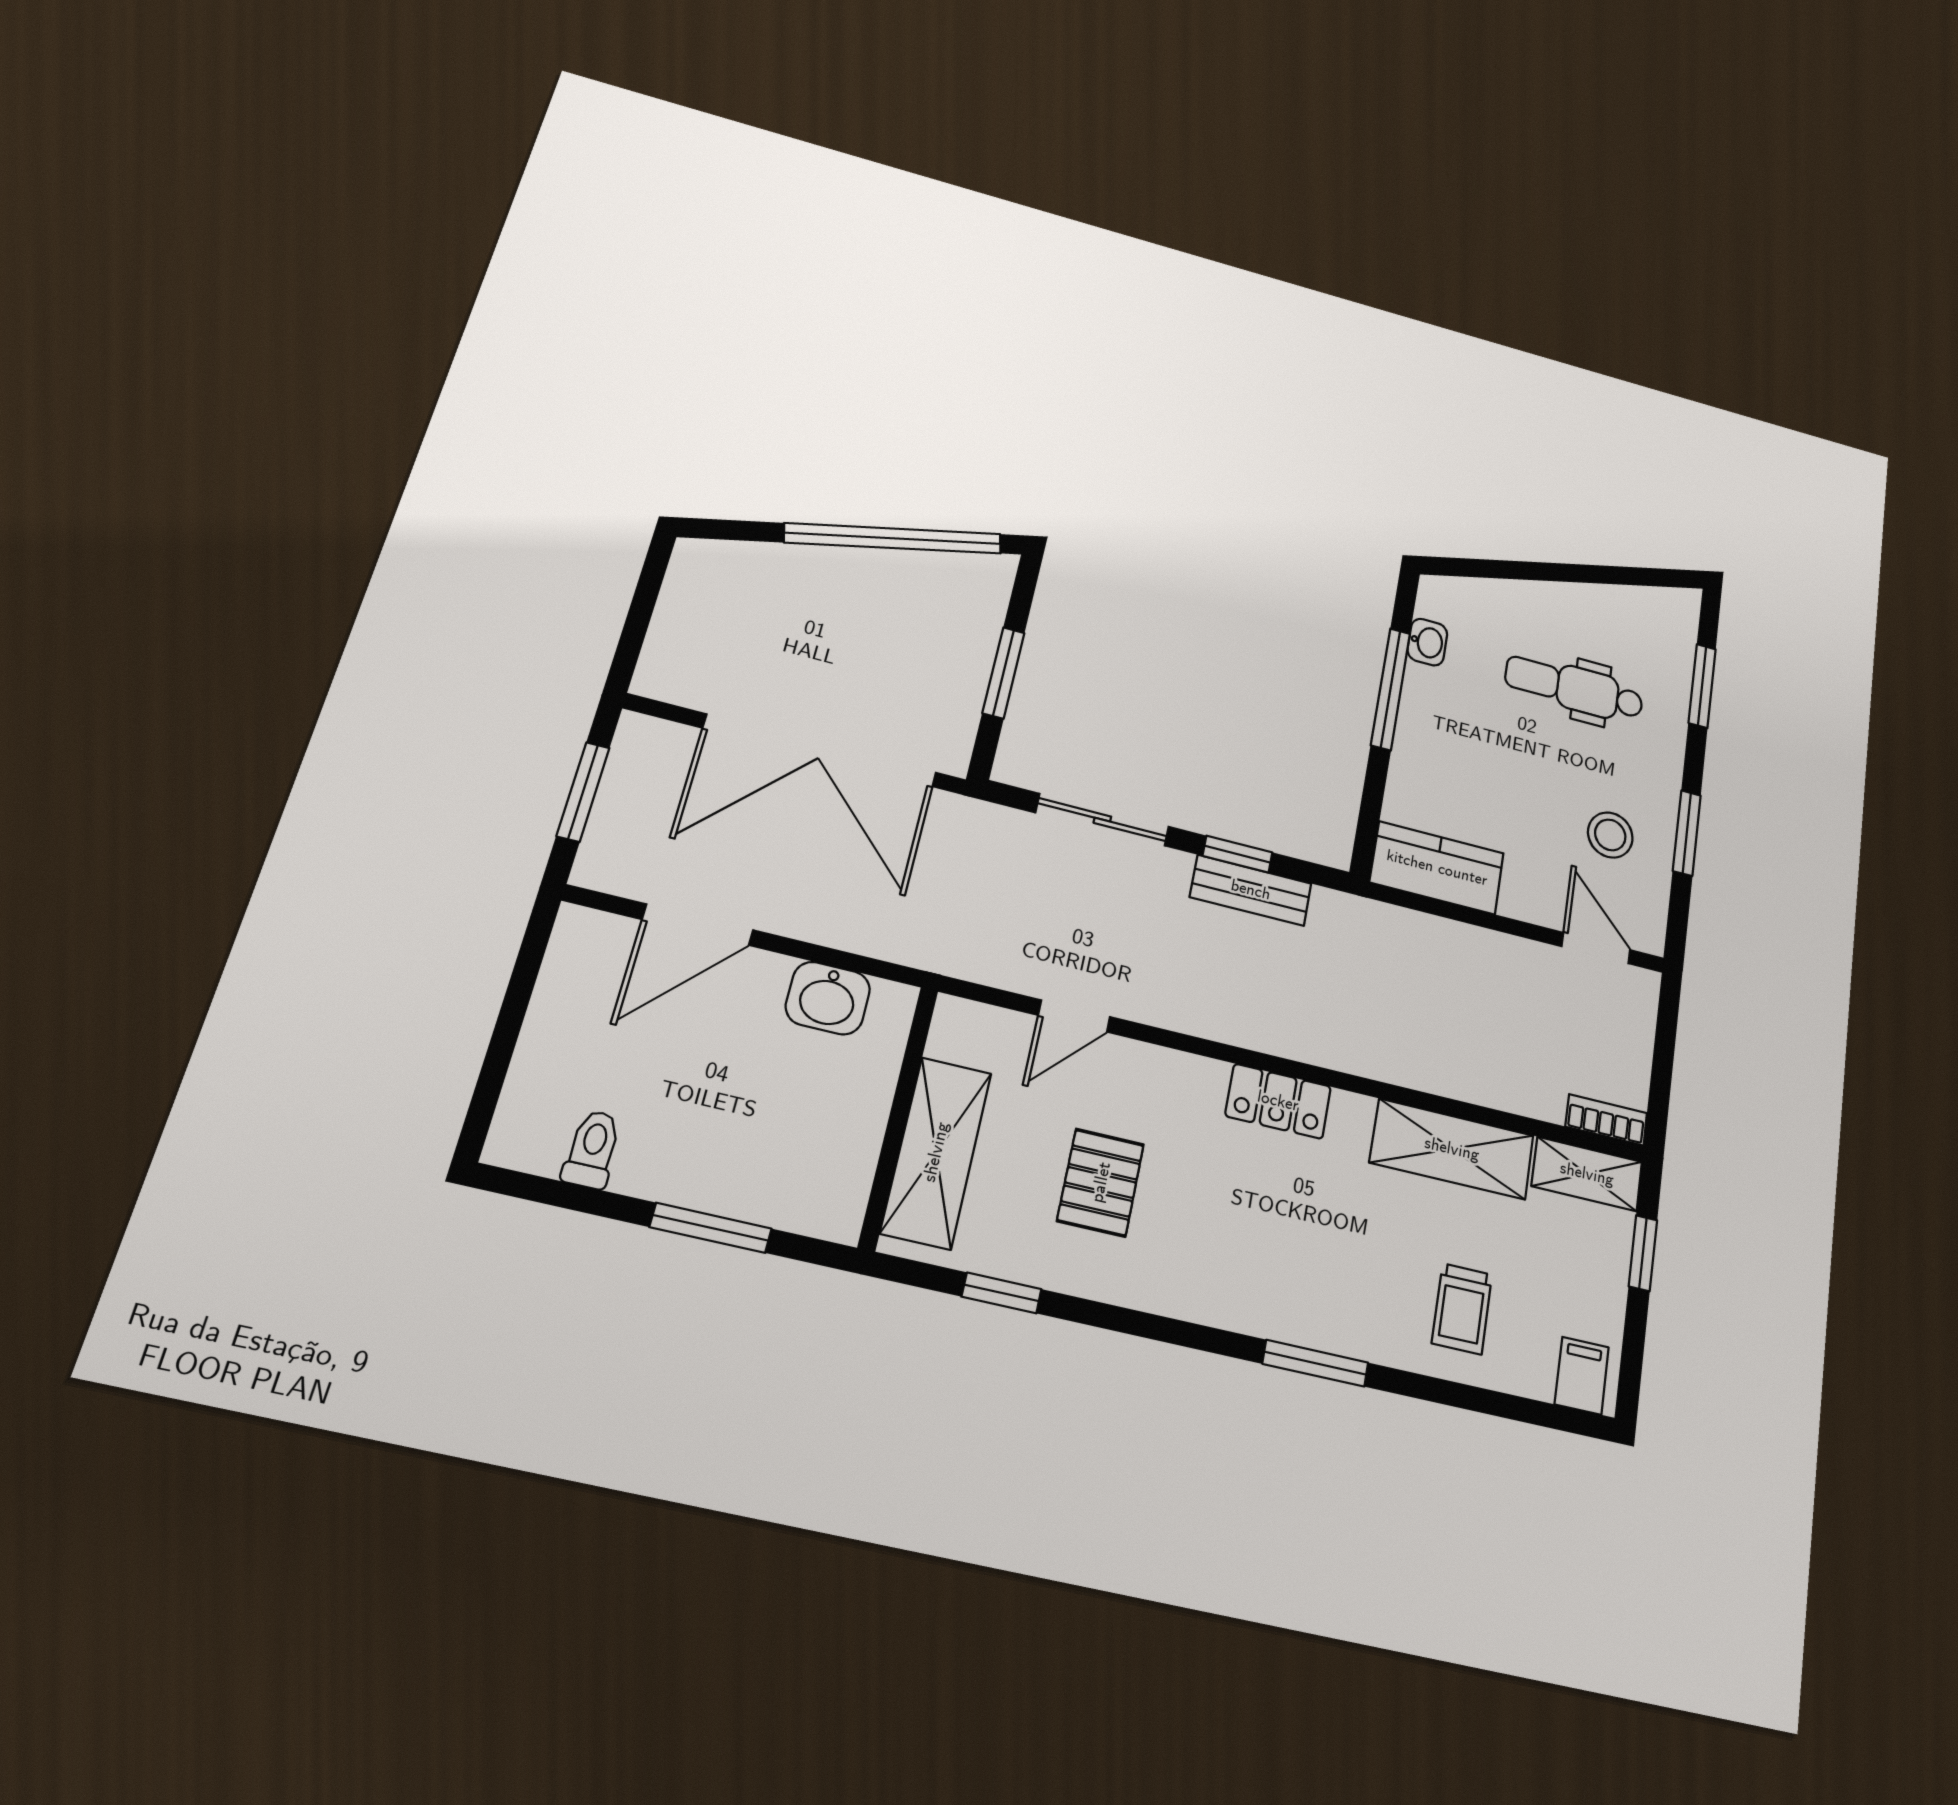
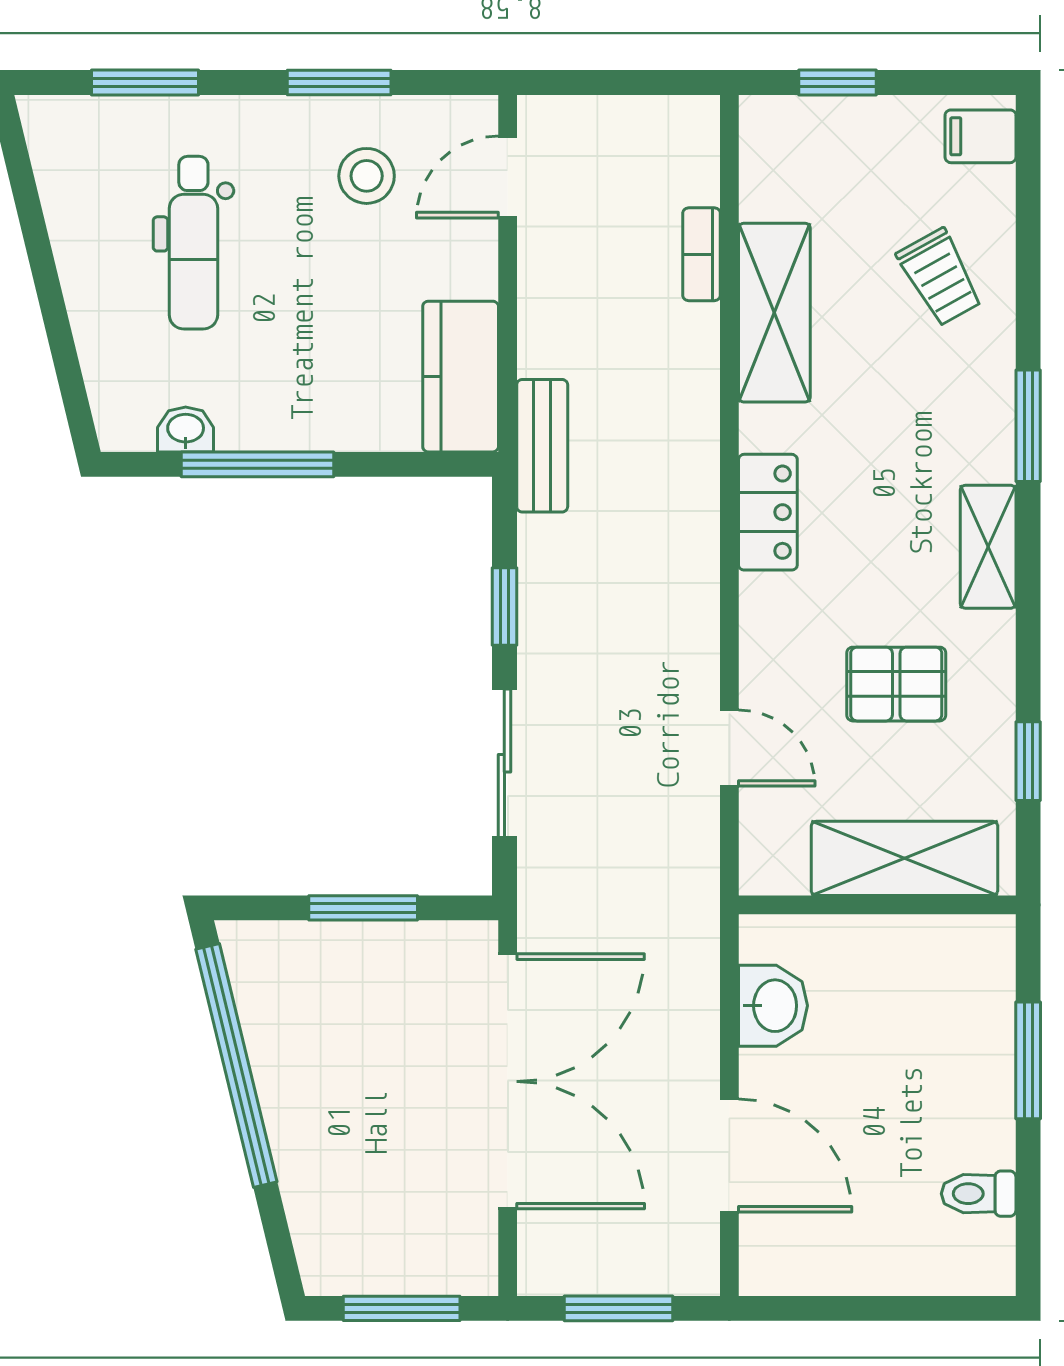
window: (641, 611) -> (402, 1308), added
bench: (1251, 890) -> (542, 446), moved
bookcase: (1606, 1120) -> (701, 254), moved
shelving: (1587, 1174) -> (988, 547), moved
trolley: (1462, 1309) -> (940, 277), turned 61

